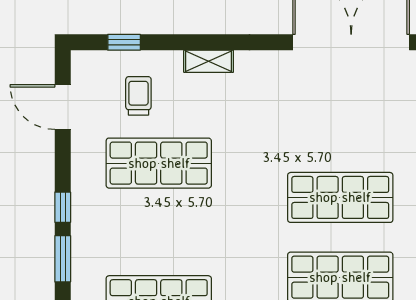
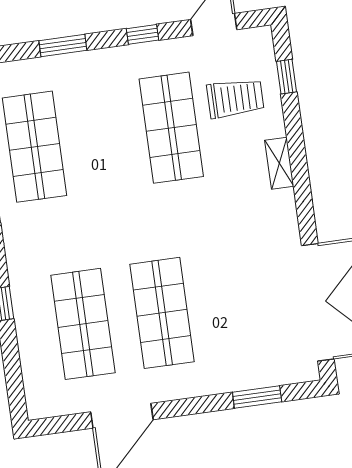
trolley: (138, 96) -> (235, 98), width x1.36, depth x1.39
window: (63, 207) -> (143, 34), moved

